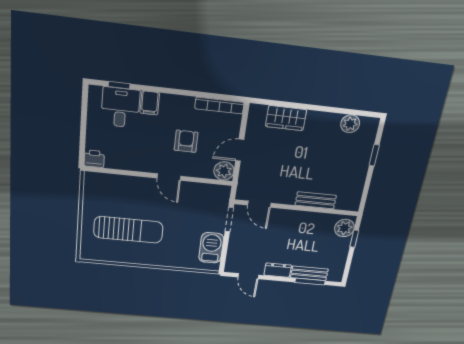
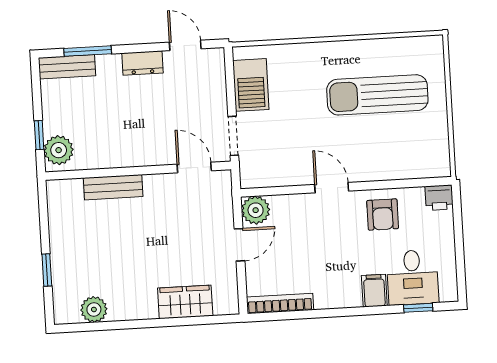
armchair: (186, 141) -> (383, 215), moved
bench: (309, 273) -> (67, 67), moved

